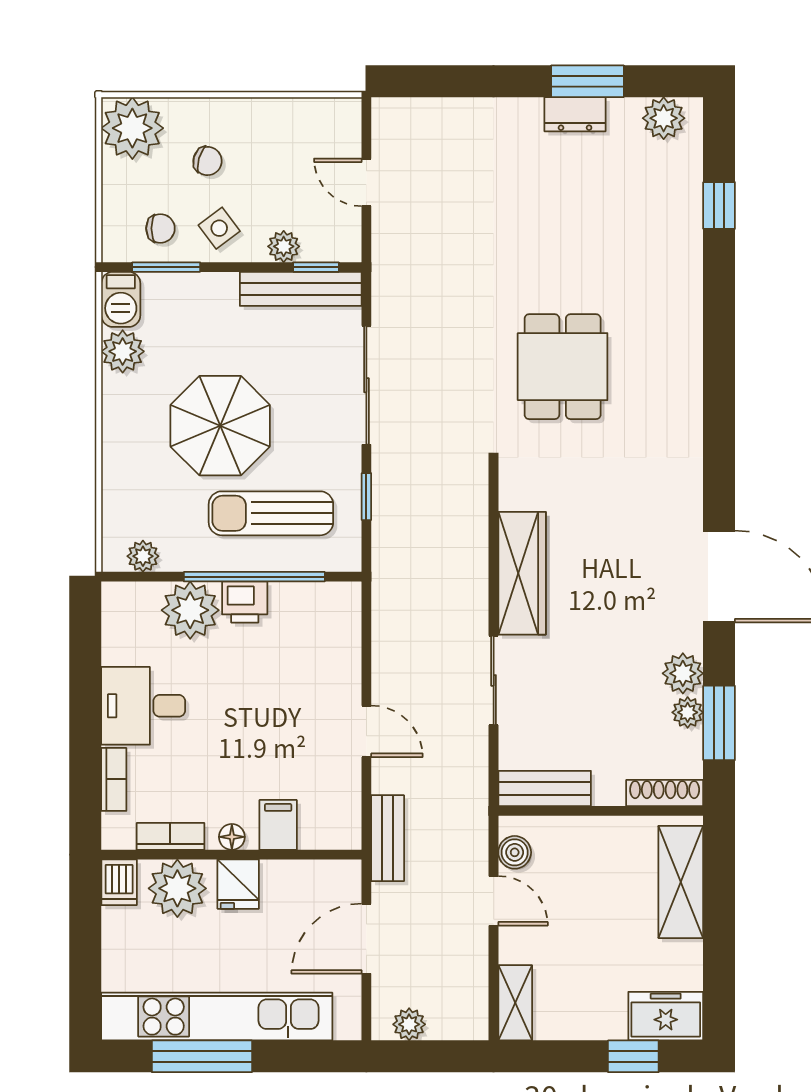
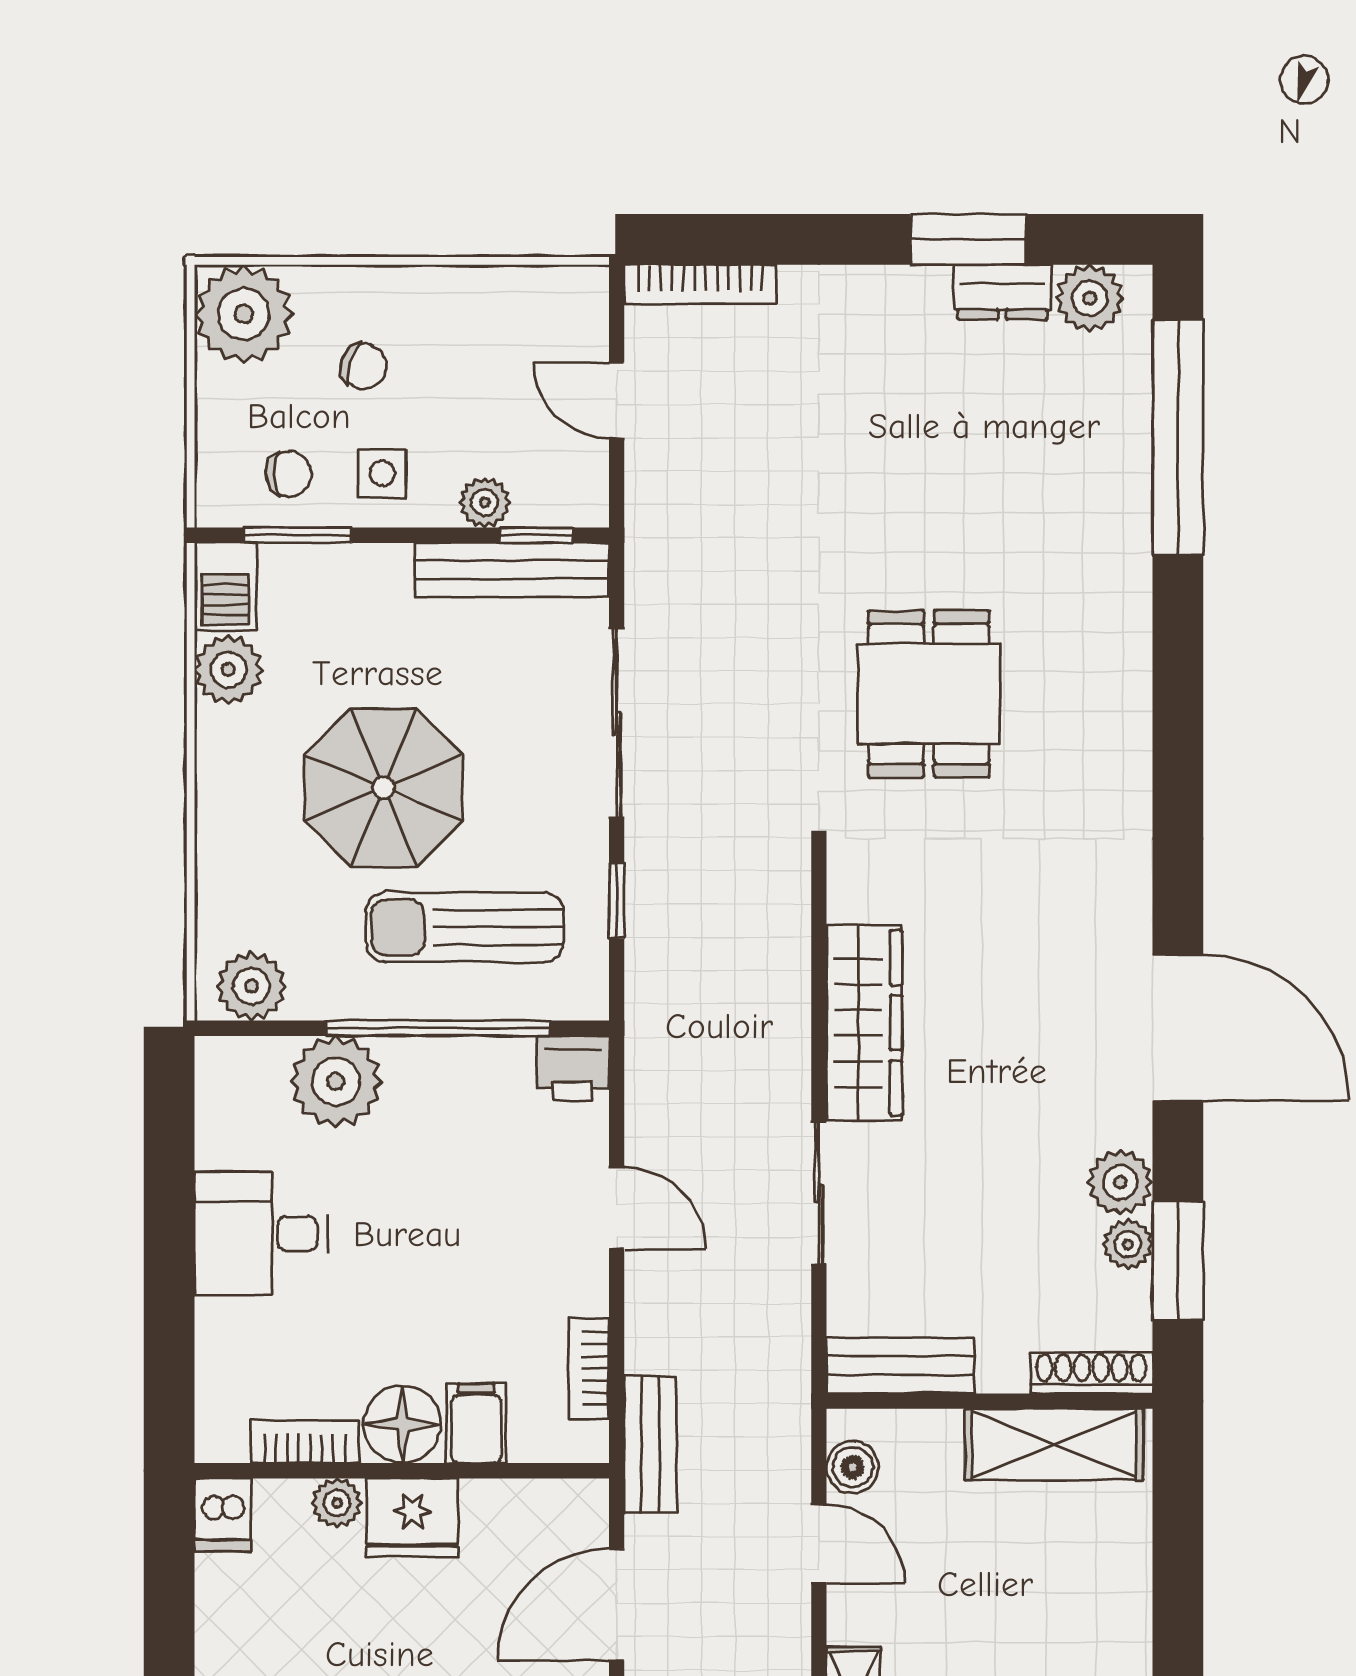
bookcase: (419, 109) -> (700, 284), added
dresser: (575, 114) -> (1002, 292), moved
window: (719, 205) -> (1178, 437), width x3.17
side table: (219, 228) -> (382, 473), turned 37
plant: (143, 556) -> (251, 986), width x1.38, depth x1.38
printer: (245, 602) -> (573, 1069), moved
door: (366, 731) -> (617, 1208), moved
bookcase: (114, 779) -> (589, 1368), moved, turned 180
floor lamp: (232, 837) -> (402, 1424), width x1.89, depth x1.89
shelving: (681, 882) -> (1054, 1444), moved, turned 90
fridge: (238, 884) -> (412, 1518), width x1.38
plant: (177, 888) -> (337, 1503), width x0.53, depth x0.53

